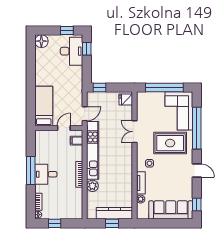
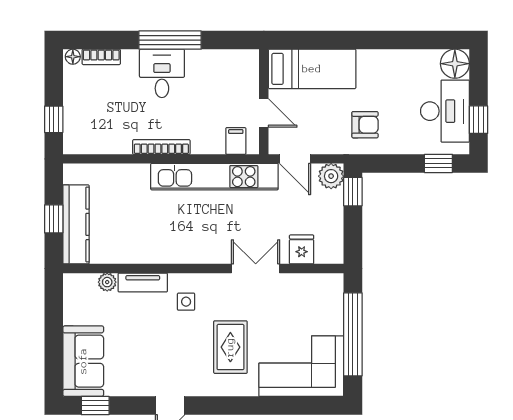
desk: (71, 51) -> (445, 111), moved, turned -90
armchair: (69, 82) -> (365, 125), added
fridge: (126, 99) -> (302, 249), moved
window: (197, 128) -> (263, 406), removed
rug: (170, 143) -> (230, 347), width x0.73, depth x0.70
plant: (92, 186) -> (331, 176), moved
sofa: (171, 210) -> (83, 361), width x0.73
window: (55, 223) -> (54, 119), moved

